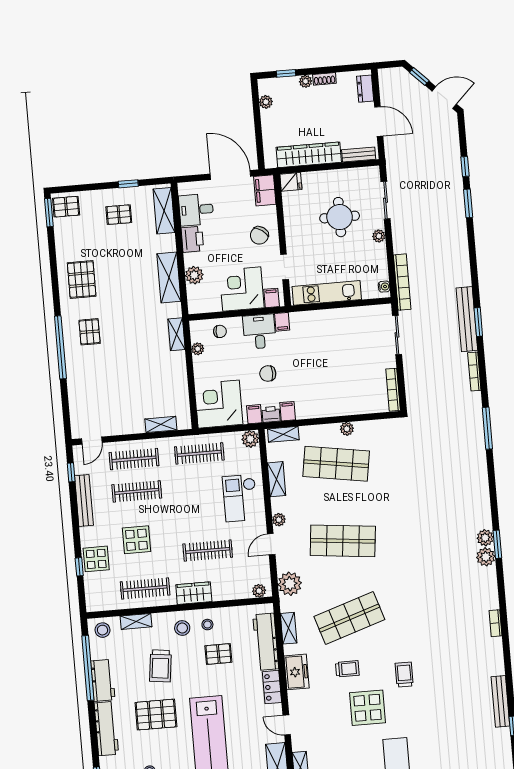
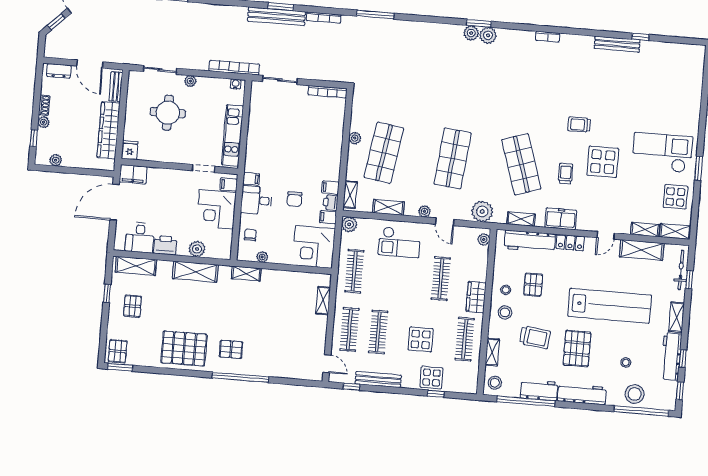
door: (379, 122) -> (90, 64), swing flipped
chair: (259, 235) -> (172, 186), removed
pallet: (82, 279) -> (184, 349), width x1.37, depth x1.41

